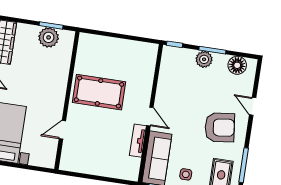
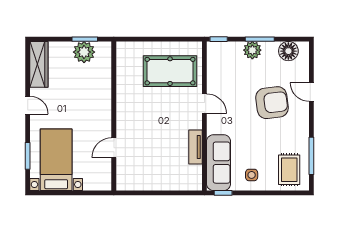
pool table: (99, 92) -> (170, 71), moved
door: (150, 116) -> (204, 104), moved
armchair: (220, 127) -> (272, 103), moved

